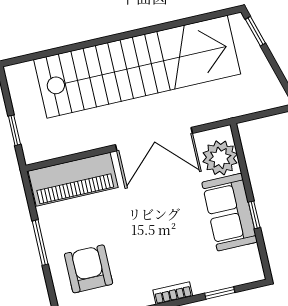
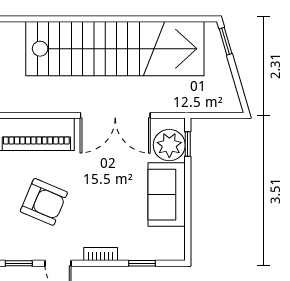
window: (254, 215) -> (188, 144), moved
armchair: (89, 269) -> (44, 202), moved, turned 113

